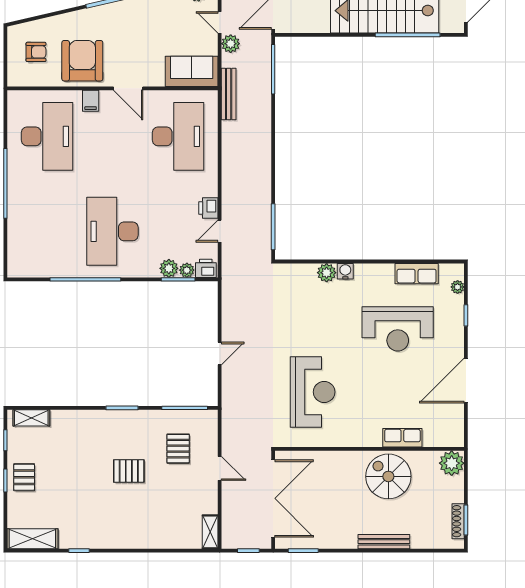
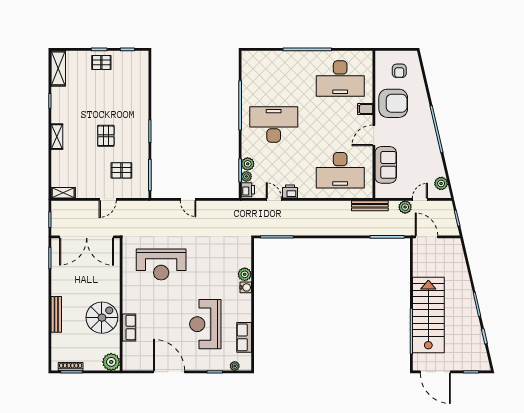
sofa: (192, 71) -> (386, 165), moved
shelving: (31, 418) -> (57, 137), moved

